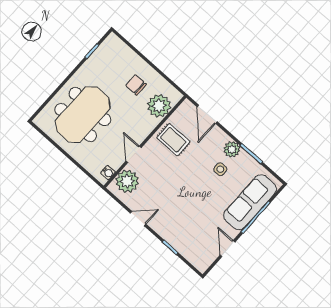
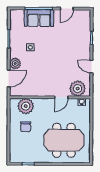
rug: (173, 140) -> (36, 84), removed
plant: (232, 149) -> (15, 63), moved
sofa: (250, 202) -> (39, 18), width x0.73

